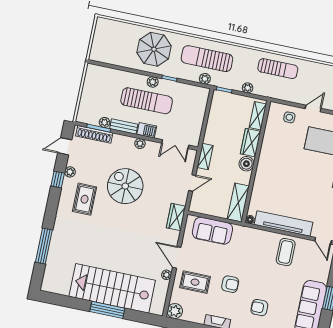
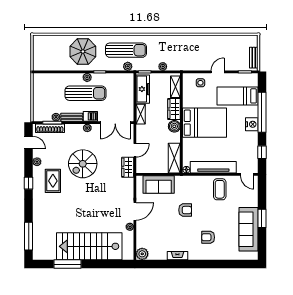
sun lounger: (207, 59) -> (126, 50), turned 180
sun lounger: (278, 69) -> (183, 46), removed
freezer: (217, 110) -> (143, 89), added
double door: (175, 144) -> (115, 123), width x1.37
door: (65, 146) -> (29, 142), swing flipped
shelving: (205, 157) -> (141, 114), moved
bed: (284, 167) -> (205, 123), added
window: (58, 179) -> (29, 183), moved
spiral stairs: (125, 186) -> (83, 164), turned -90
wardrobe: (176, 217) -> (128, 167), moved
window: (44, 246) -> (29, 236), moved
door: (177, 257) -> (135, 211), swing flipped
rug: (195, 282) -> (153, 228), removed
armchair: (230, 284) -> (185, 210), moved
window: (107, 310) -> (68, 264), moved

